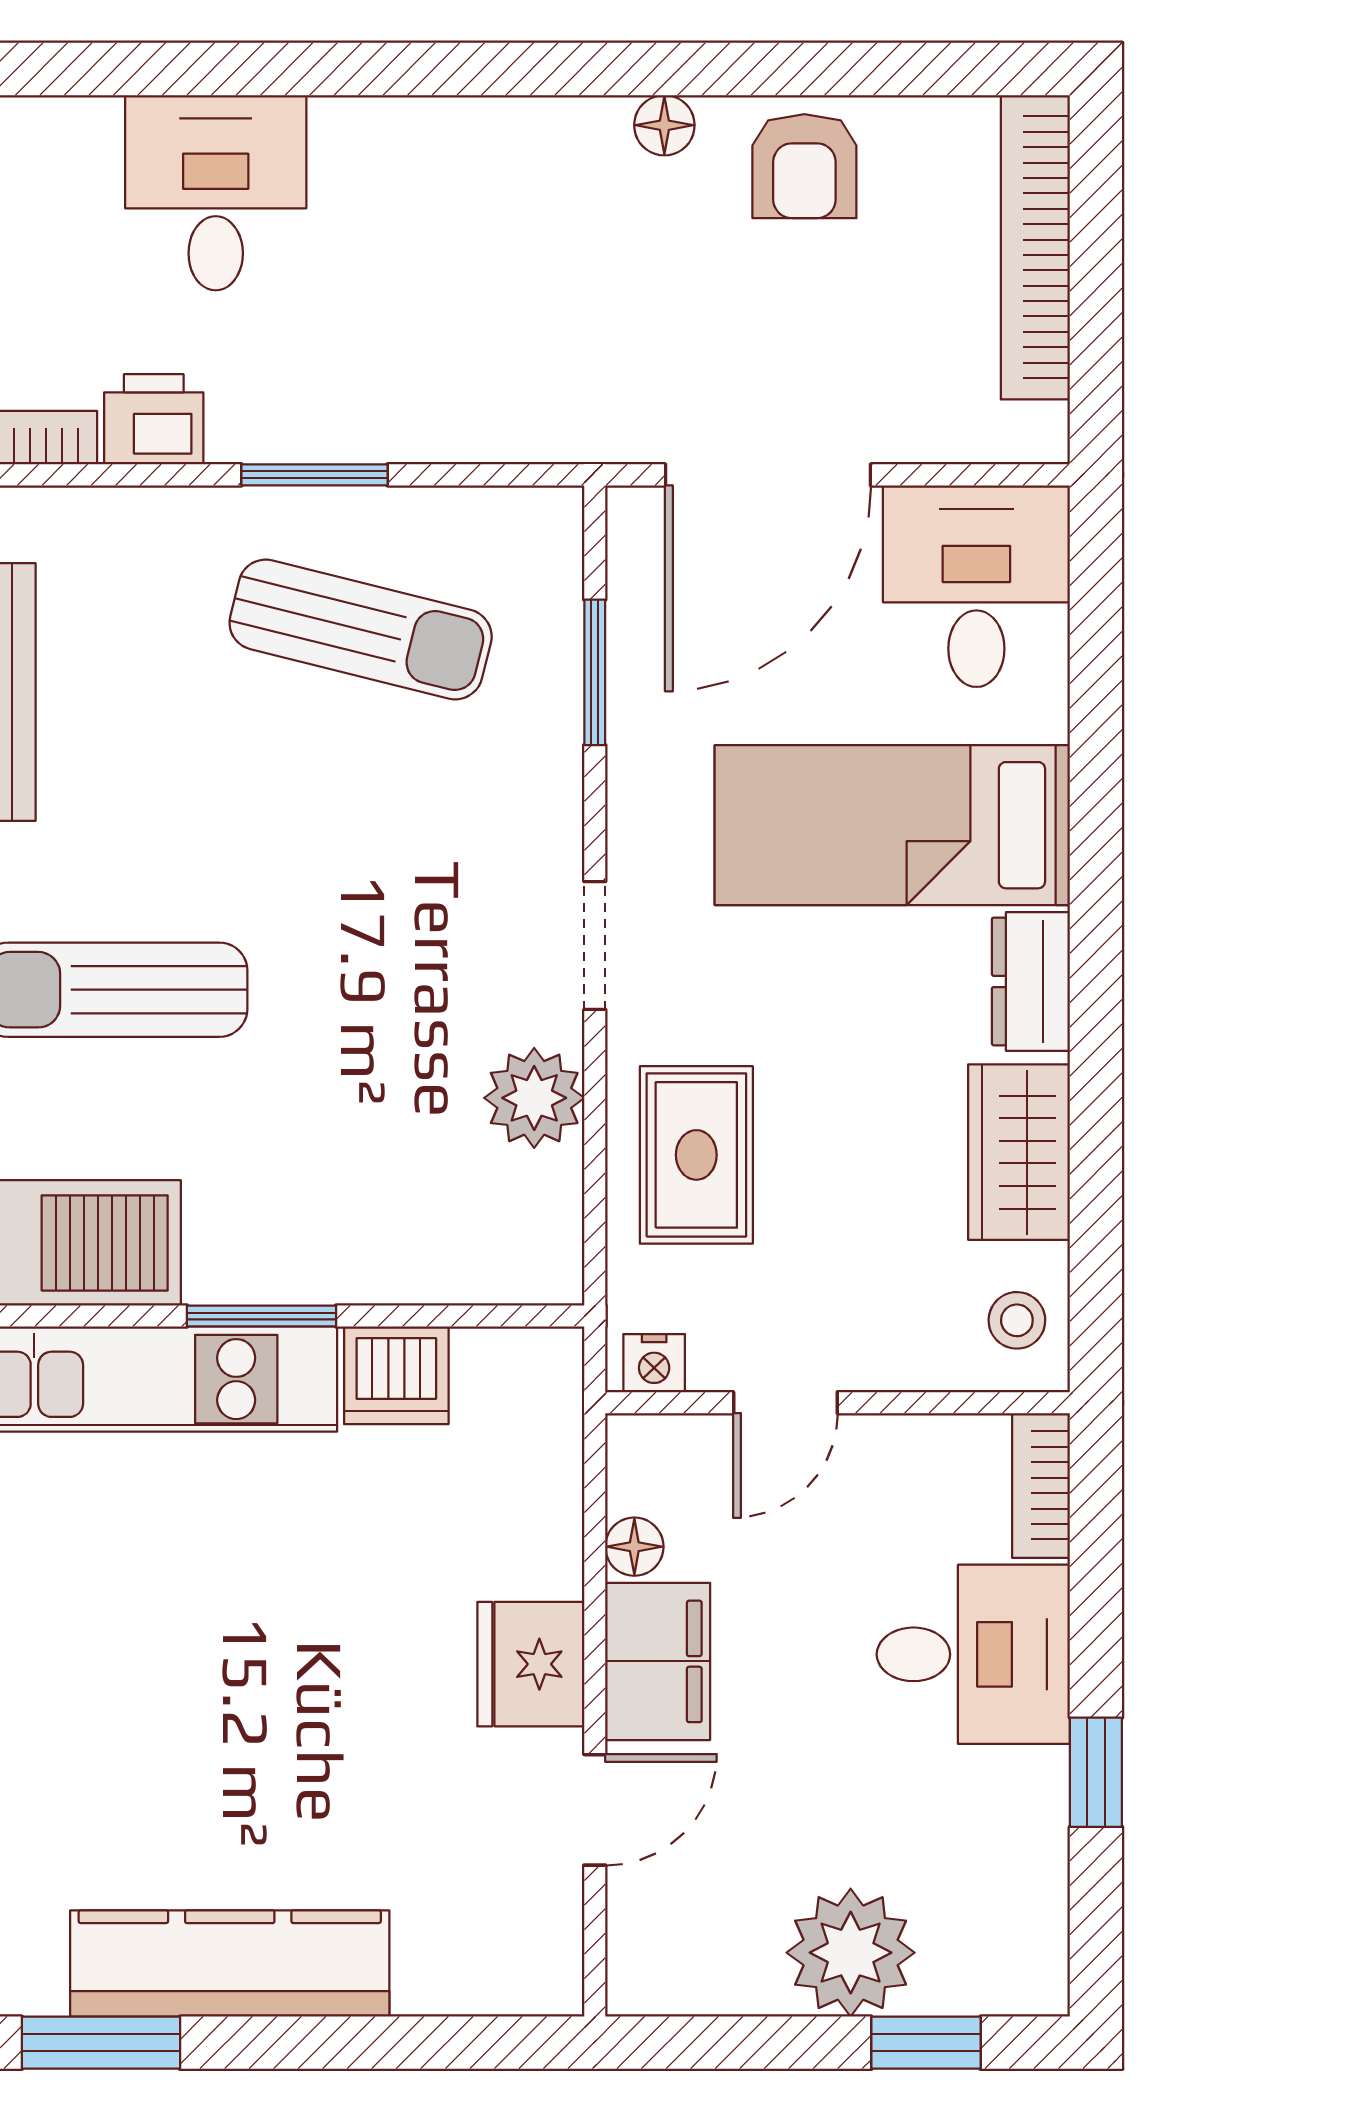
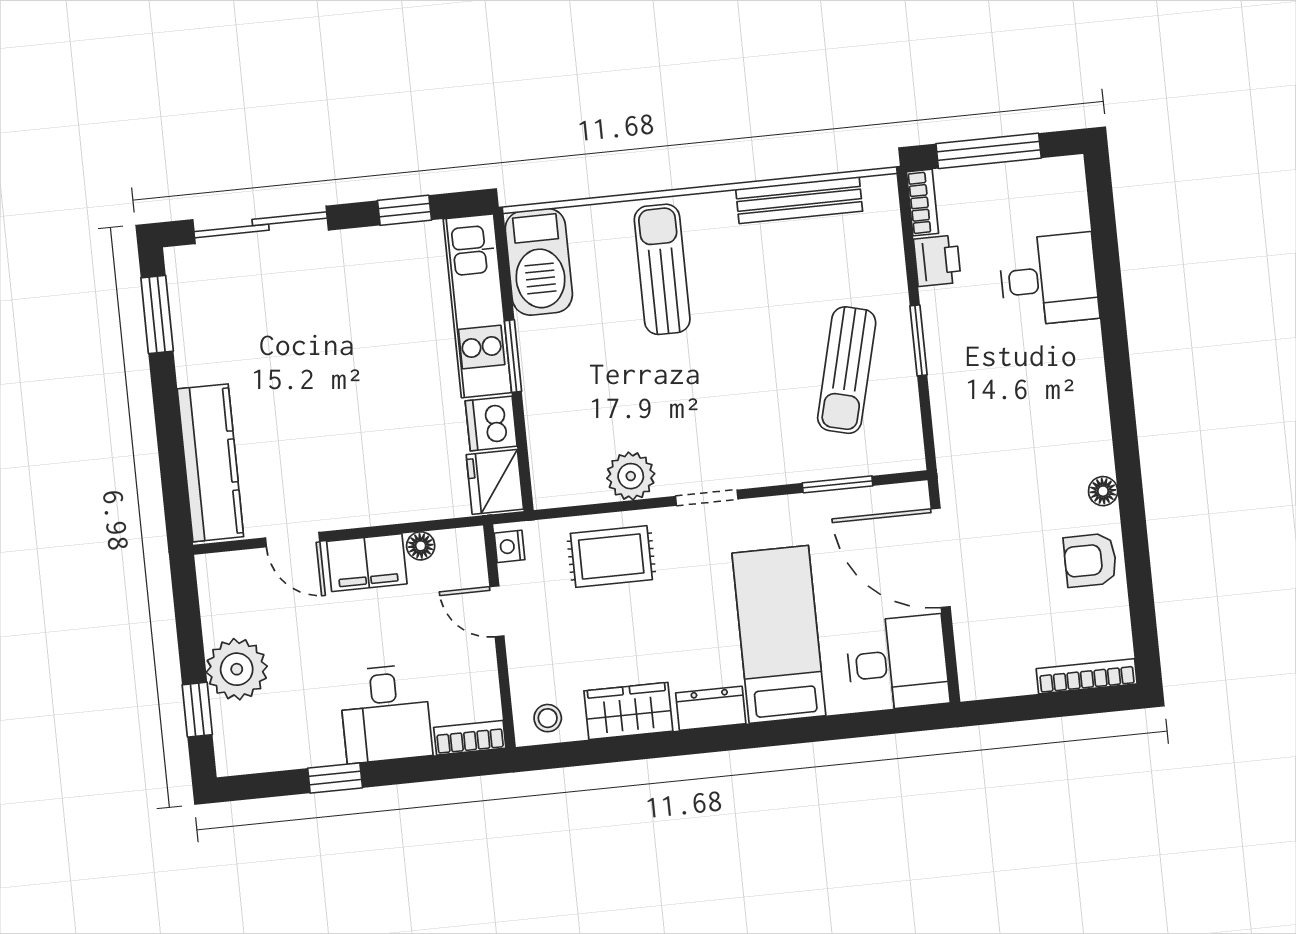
bookcase: (1035, 247) -> (1087, 676), width x0.68, depth x0.76
fridge: (531, 1664) -> (495, 482), moved, turned -90
kitchen counter: (230, 1963) -> (210, 463), moved

